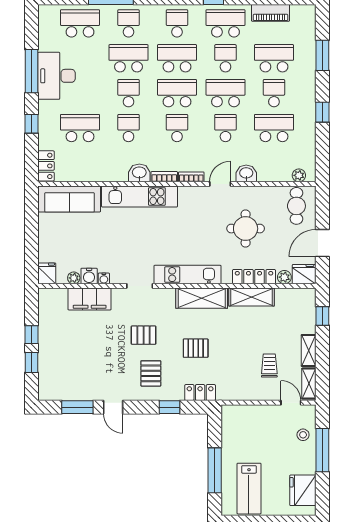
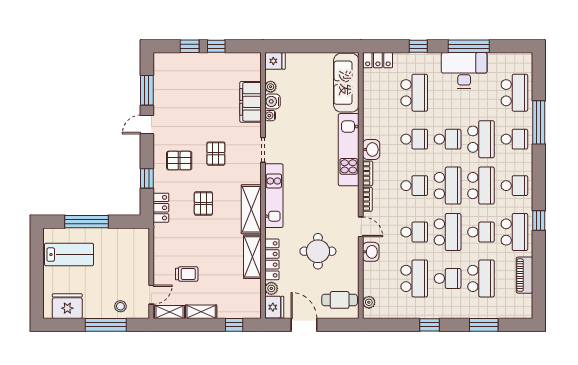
lab bench: (249, 489) -> (69, 255), turned 180

